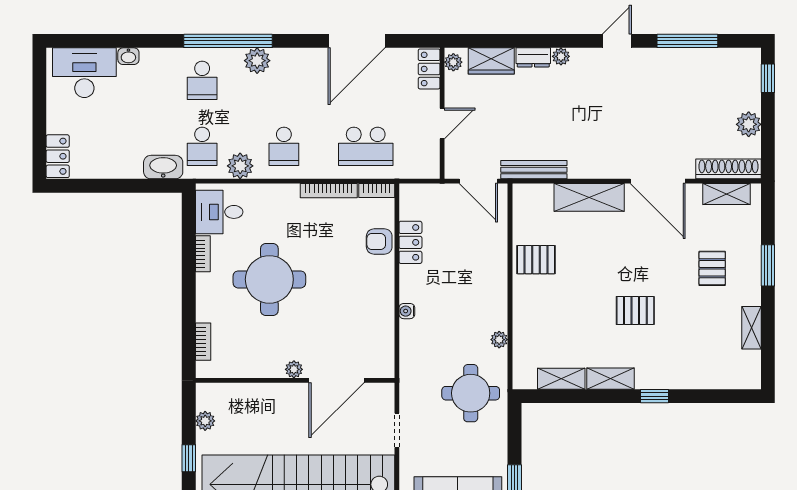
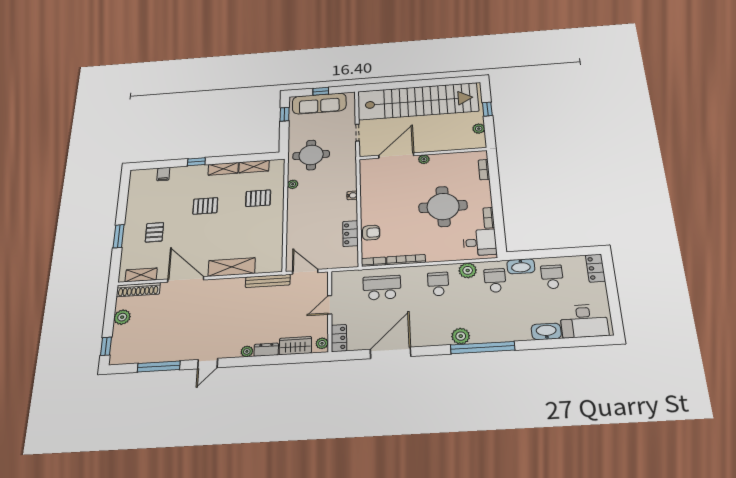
washbasin: (128, 56) -> (546, 331), width x1.91, depth x1.45
school desk: (202, 80) -> (552, 277), moved
pallet: (536, 260) -> (258, 198), moved
shelving: (752, 328) -> (133, 202), removed
filing cabinet: (707, 377) -> (163, 174), added

